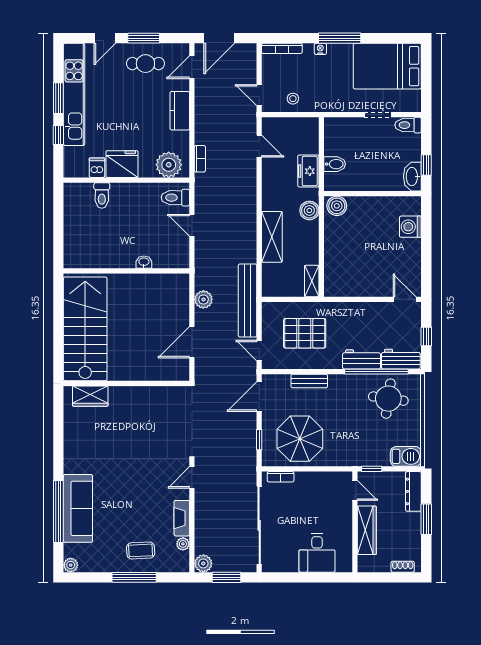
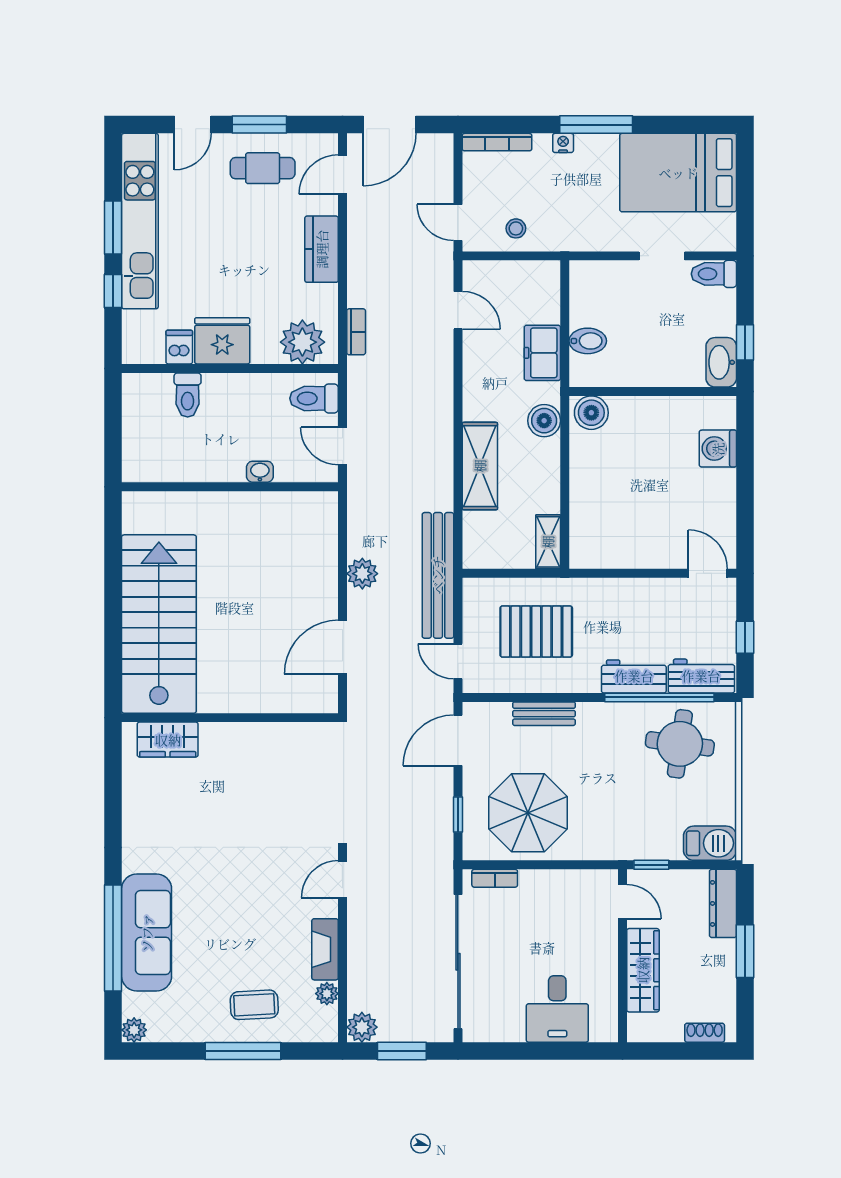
washbasin: (144, 262) -> (260, 472), moved
wall: (126, 271) -> (230, 487), moved

